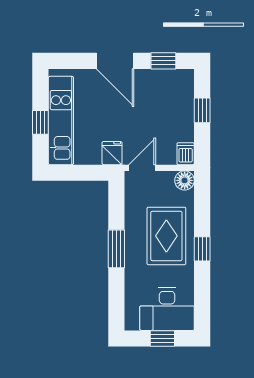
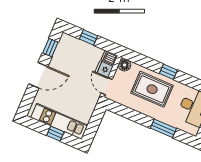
fridge: (112, 153) -> (104, 69), moved
window: (116, 249) -> (163, 128), moved

